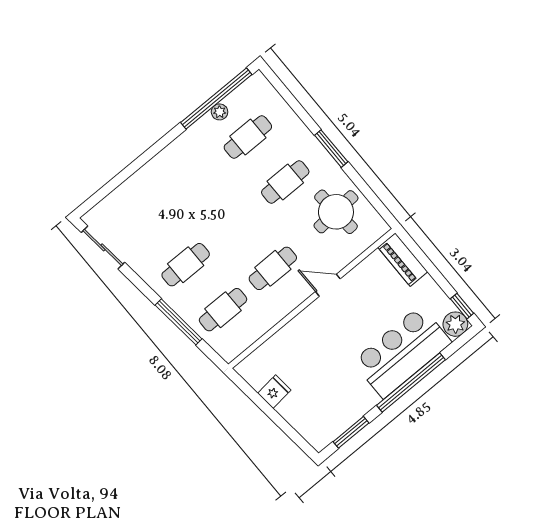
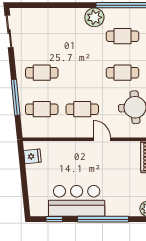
plant: (220, 112) -> (94, 17), moved, width x1.87, depth x1.87
bar counter: (402, 352) -> (77, 201), moved
fridge: (274, 392) -> (32, 156), moved
window: (351, 432) -> (54, 219), width x0.67

